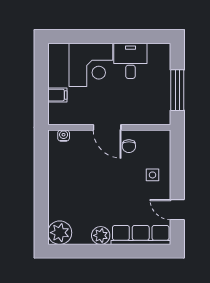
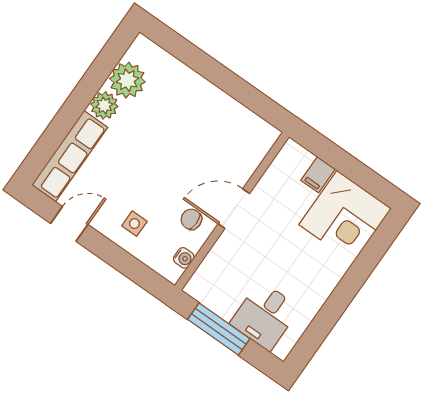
desk: (130, 61) -> (265, 316), moved, turned 90
corner desk: (91, 65) -> (345, 217), moved, turned -90
water cooler: (64, 136) -> (184, 258), moved
plant: (60, 233) -> (127, 80), moved

